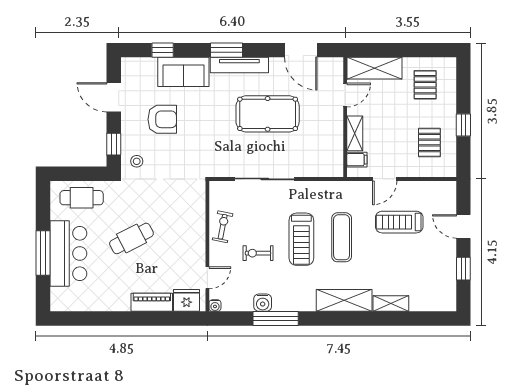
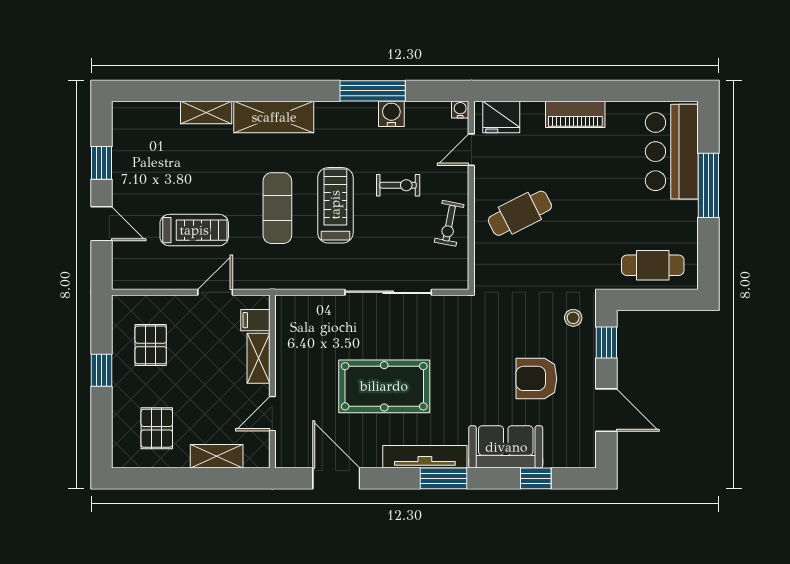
shelving: (375, 68) -> (217, 456), width x0.67, depth x0.75
cafe table: (131, 238) -> (520, 213), moved
bar counter: (68, 254) -> (672, 152), moved
piano: (152, 302) -> (575, 114), moved

